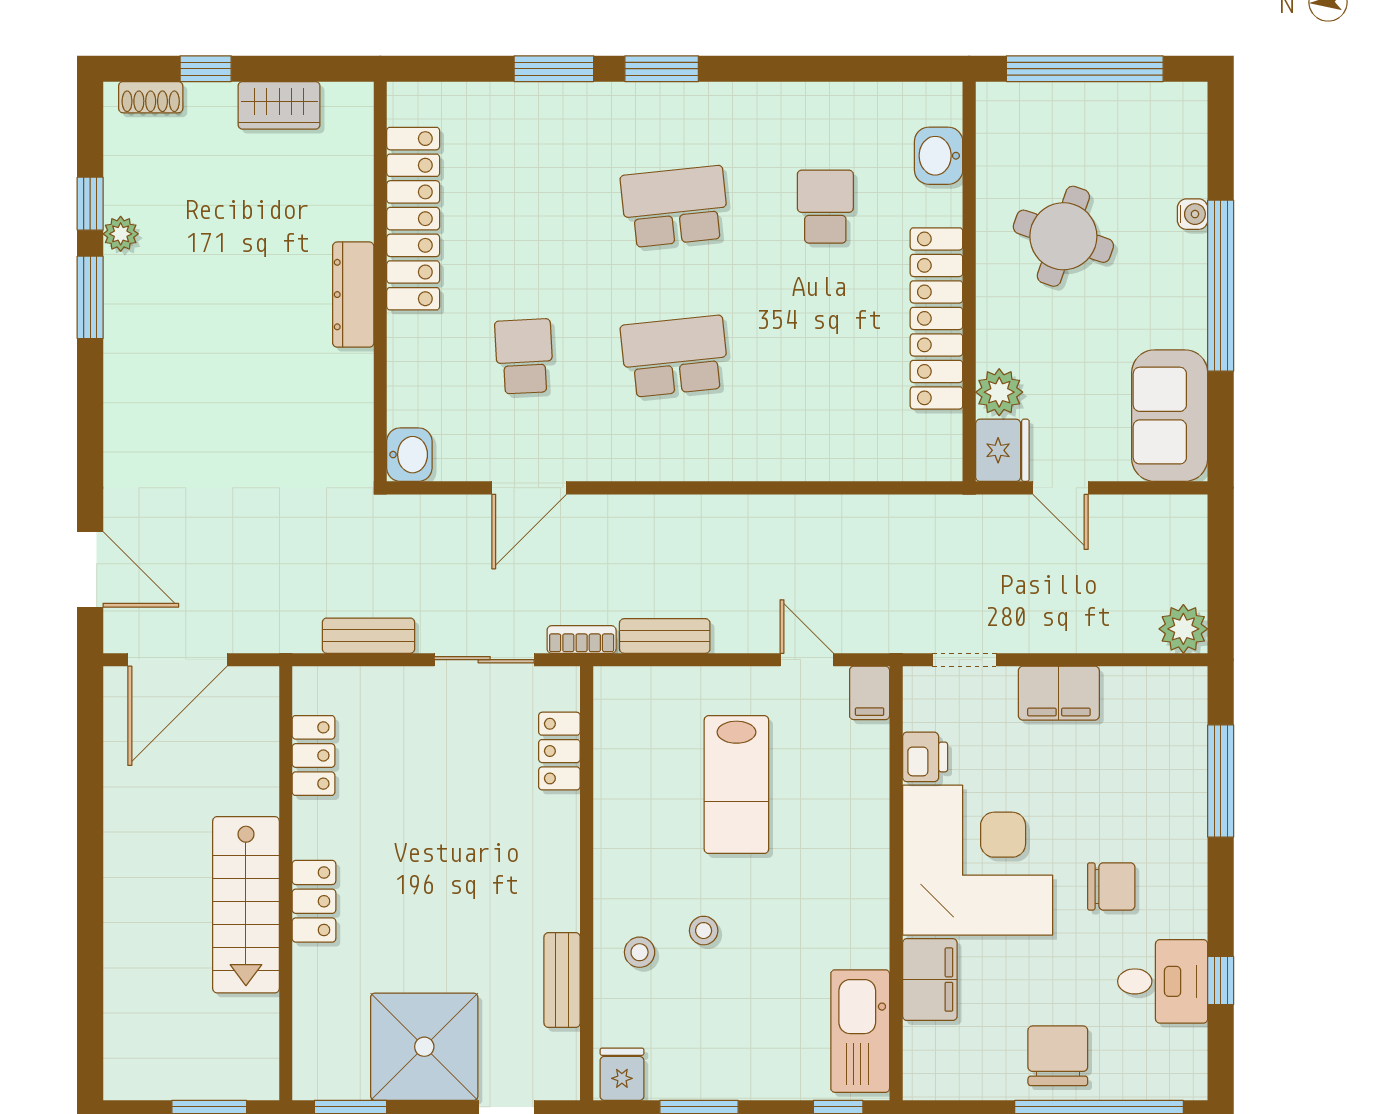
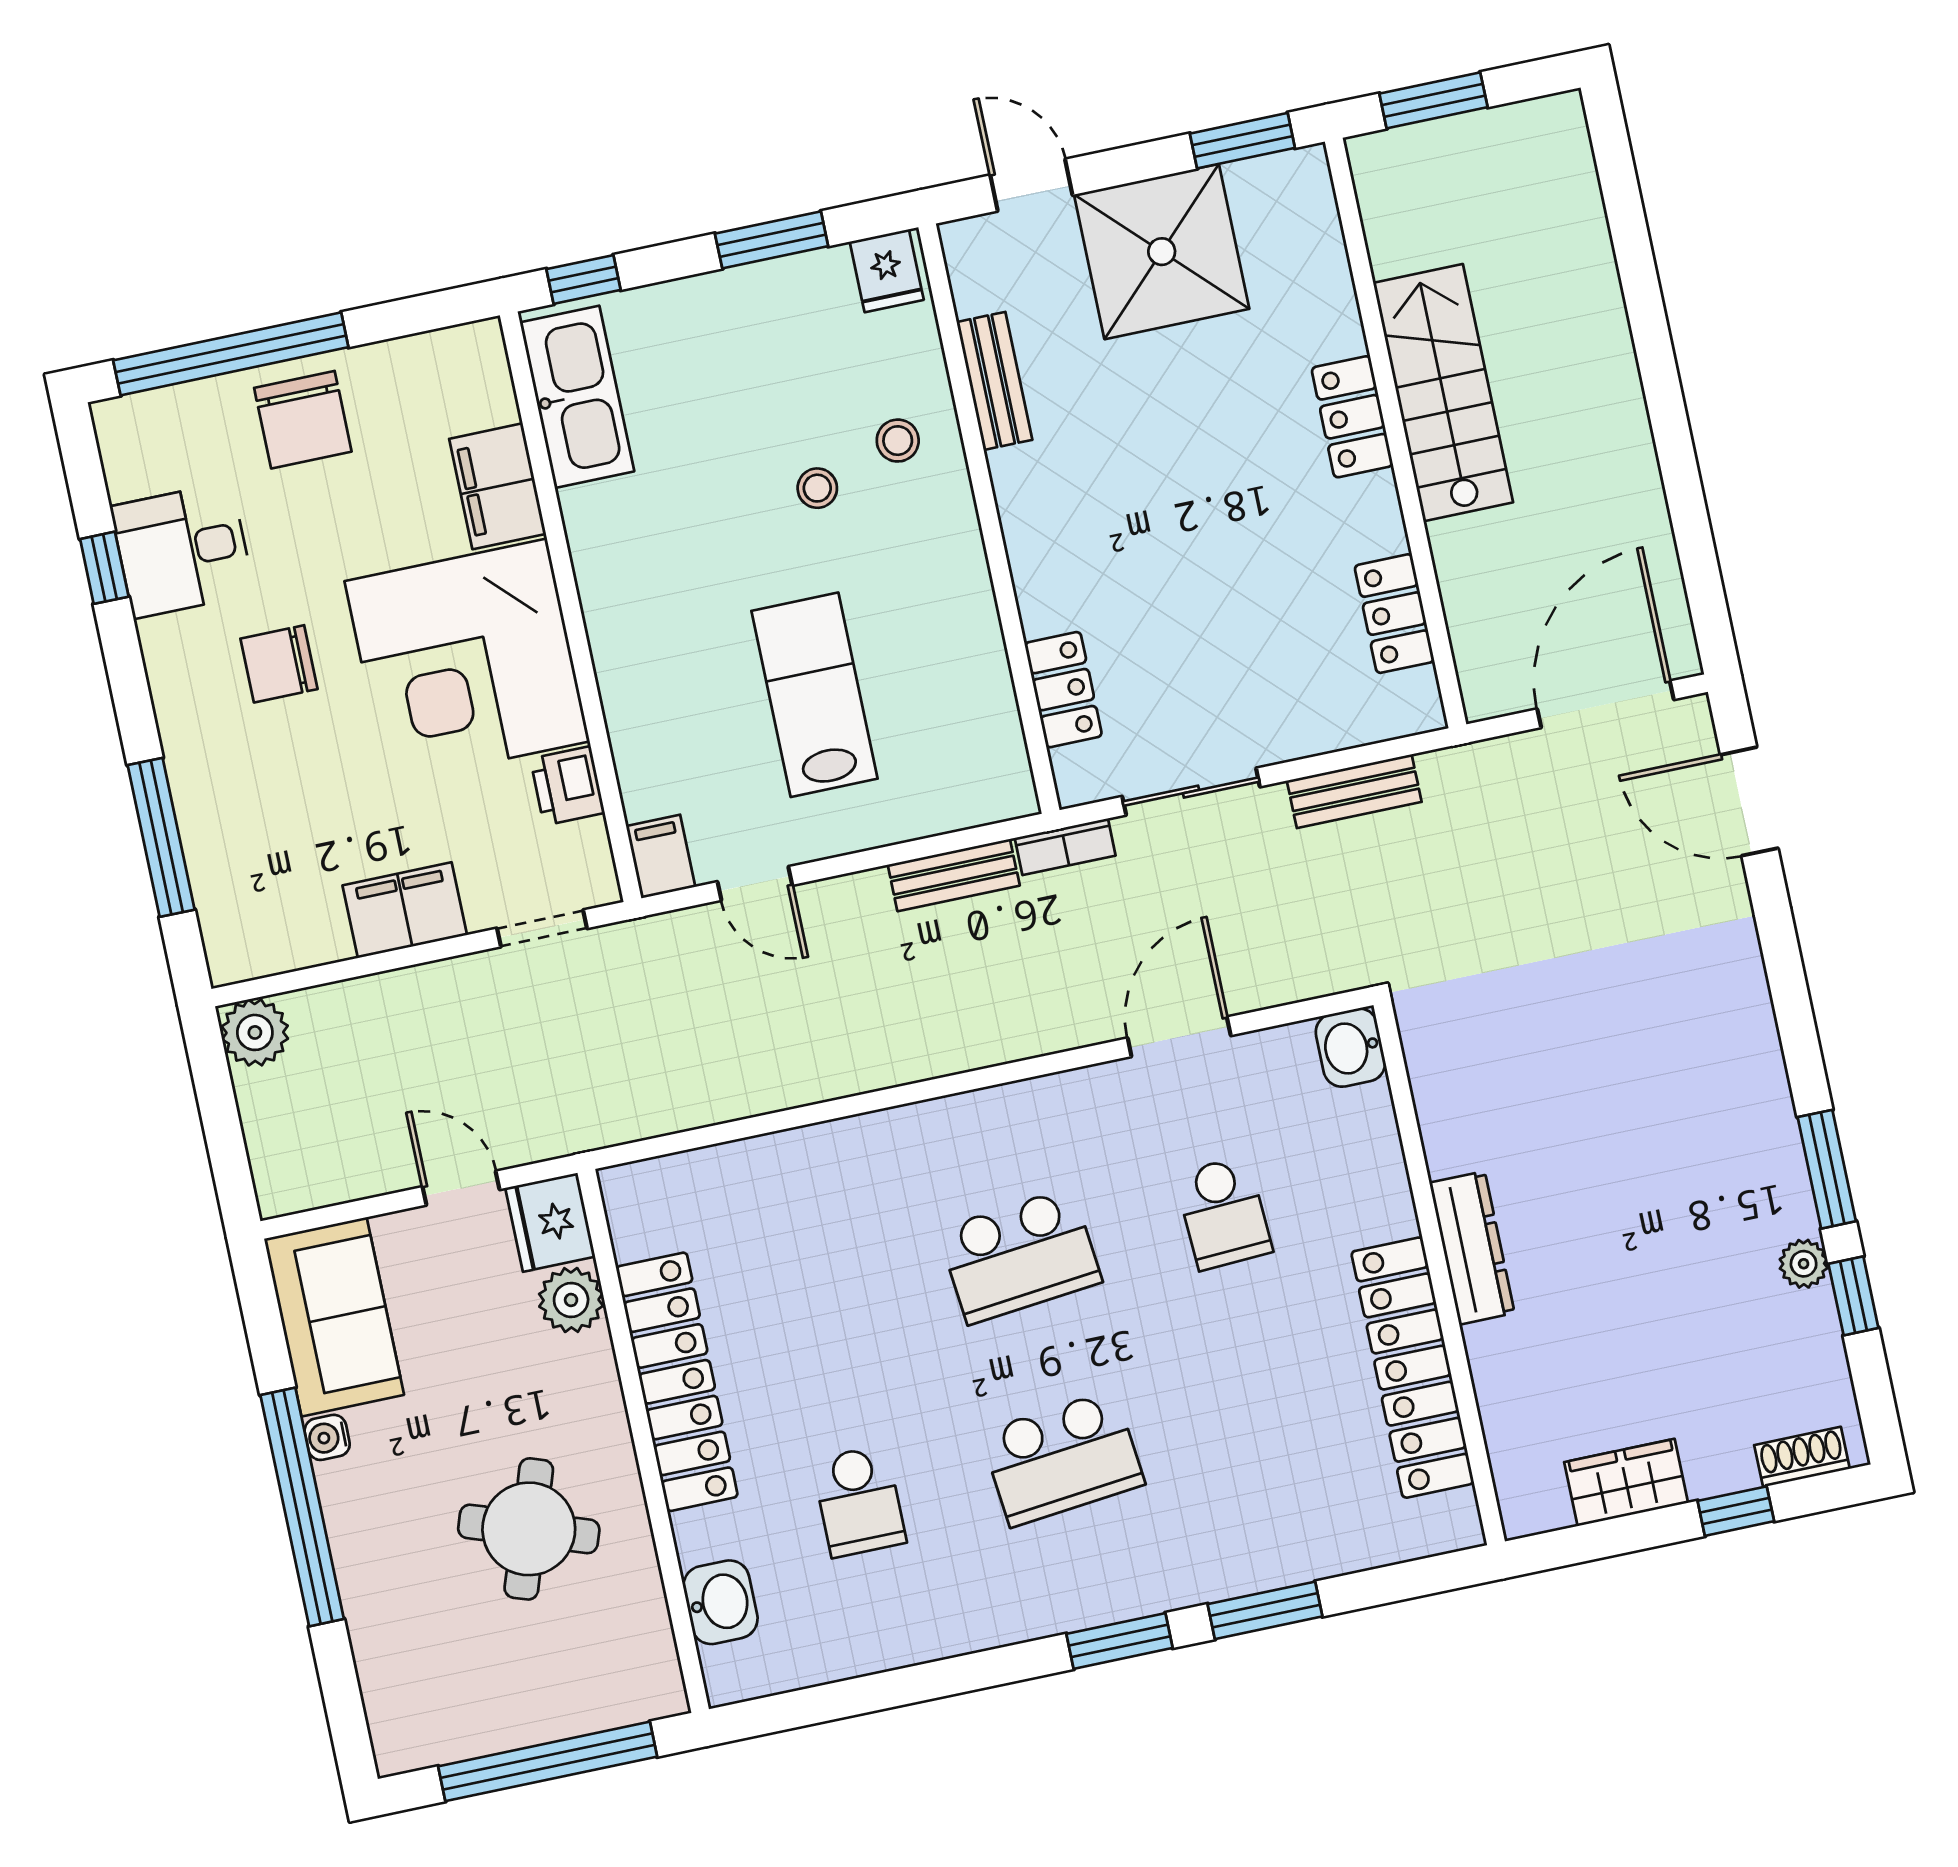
water cooler: (1193, 214) -> (327, 1437), moved

